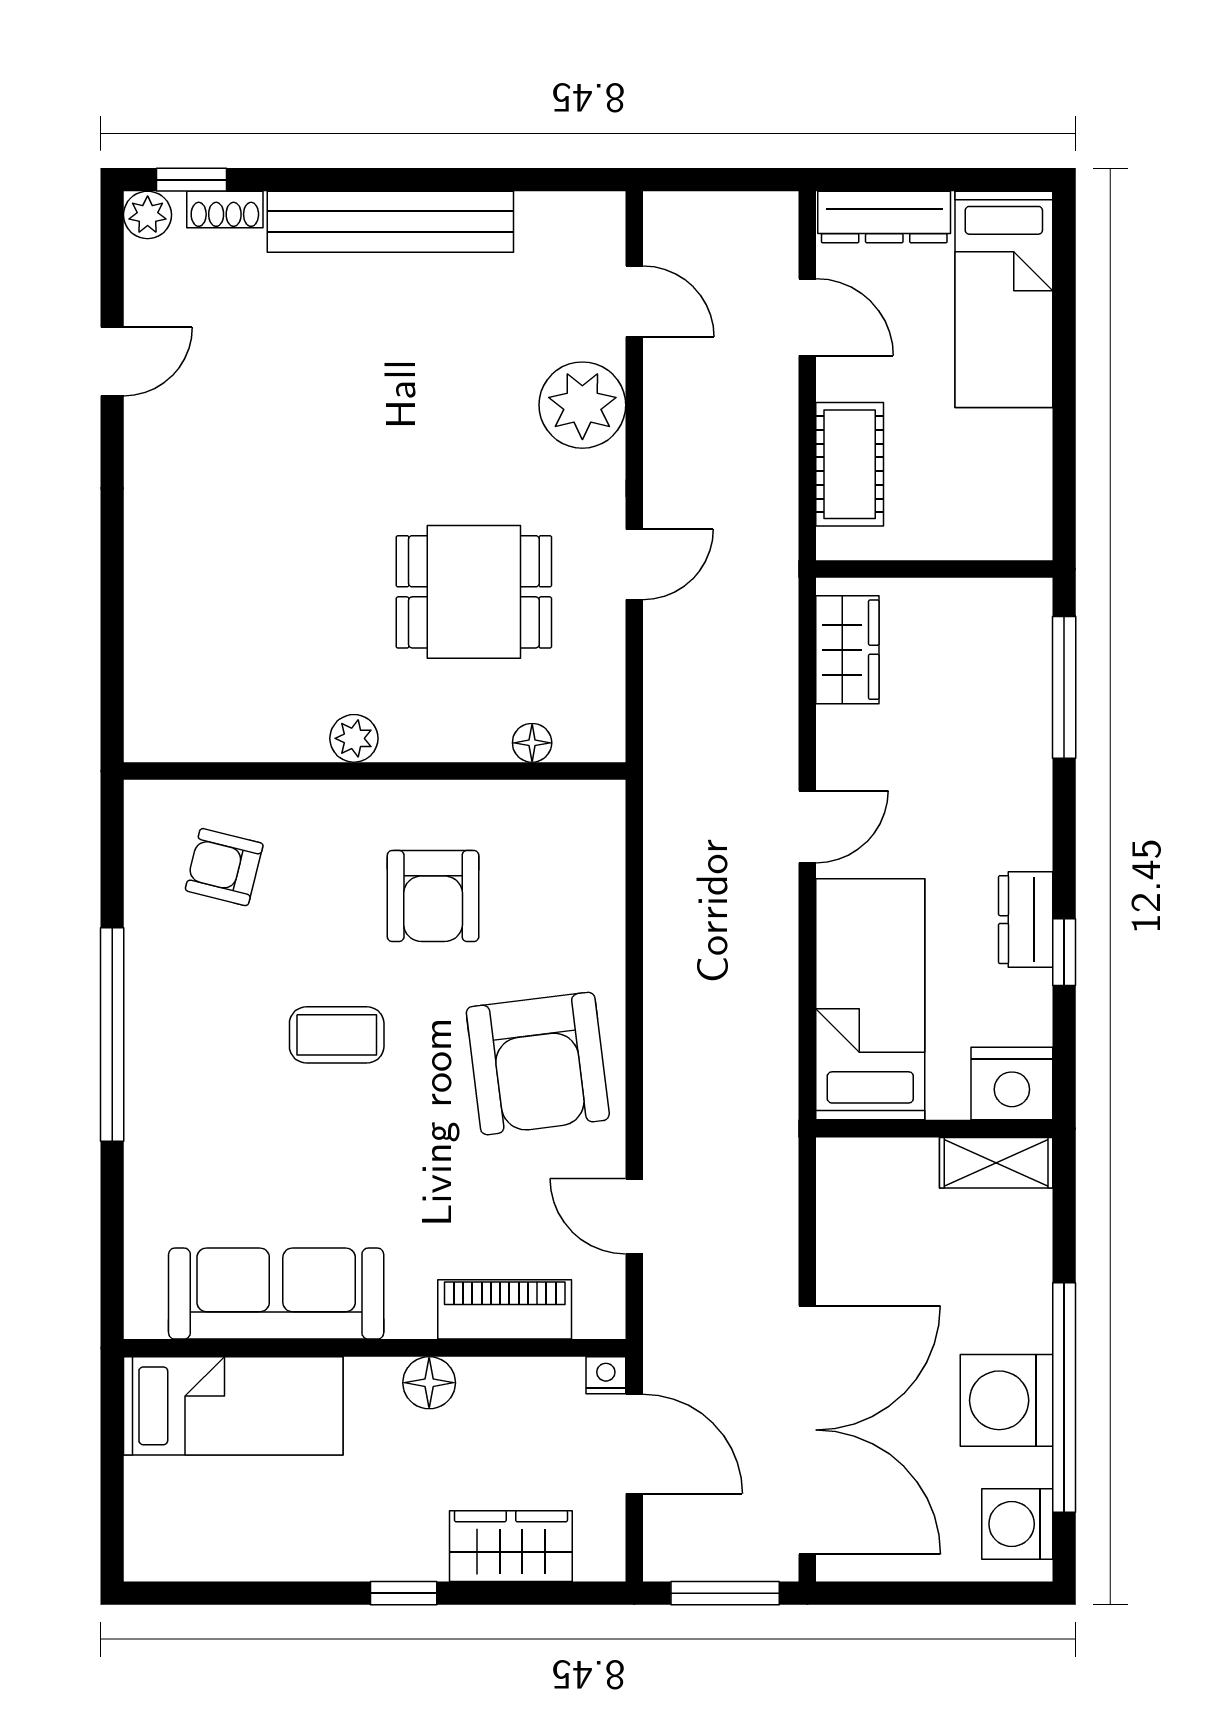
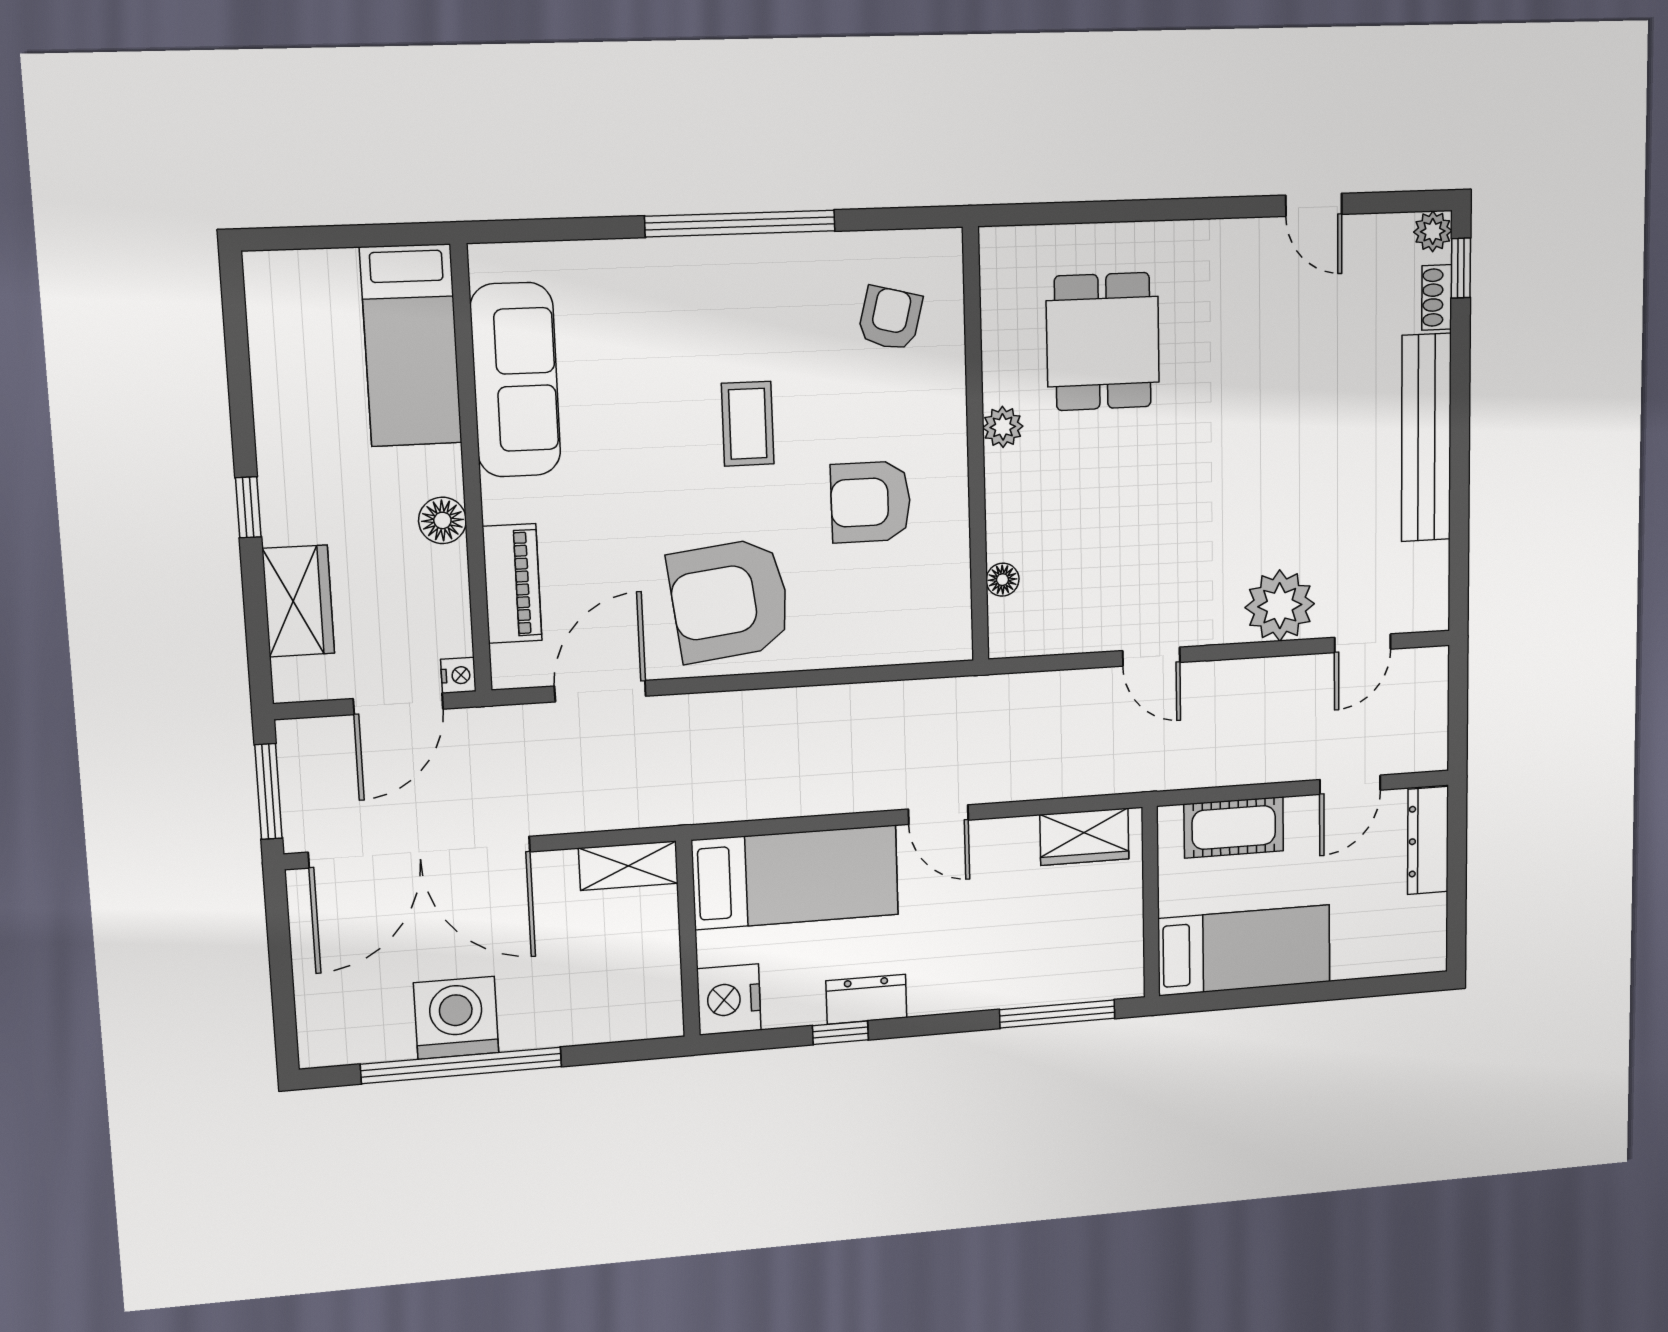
bed: (1004, 299) -> (1244, 950), moved, turned 180
dining table: (474, 592) -> (1103, 342), moved
shelving: (996, 1163) -> (628, 866), moved, turned 90
door: (634, 1216) -> (600, 691), width x1.38
washing machine: (1017, 1524) -> (348, 1036), removed

